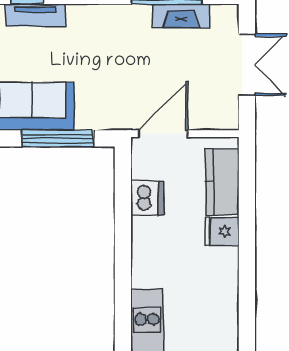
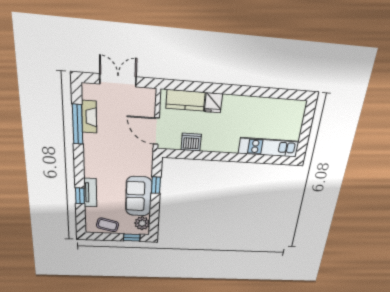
window: (57, 138) -> (156, 185), width x0.46

